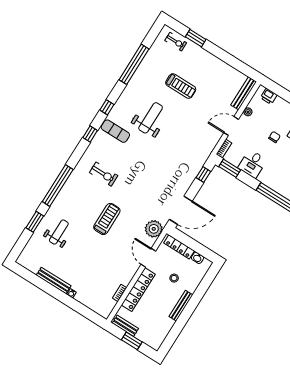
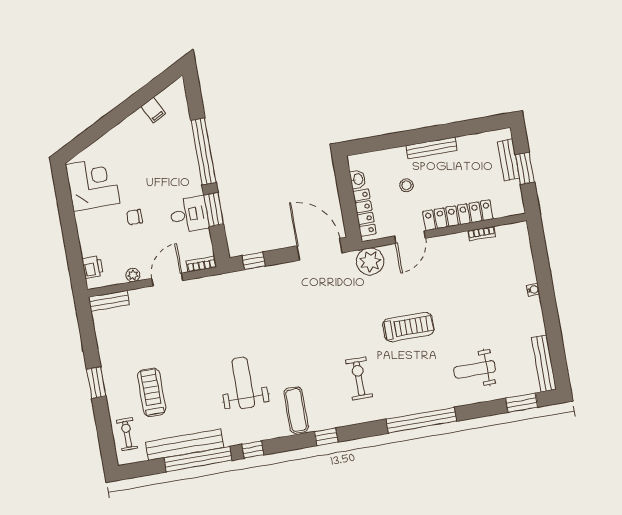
window: (196, 38) -> (96, 383), moved
bench: (146, 64) -> (185, 445), added
treadmill: (181, 86) -> (152, 392), moved
bench: (244, 93) -> (109, 301), width x0.73
window: (107, 107) -> (253, 450), moved
weight bench: (151, 118) -> (243, 383), turned 90
door: (231, 126) -> (167, 280), swing flipped
window: (230, 168) -> (214, 210), moved
treadmill: (107, 219) -> (408, 327), turned 180
window: (35, 222) -> (522, 403), moved
bench: (54, 281) -> (544, 364), moved
bench: (125, 326) -> (508, 160), moved

